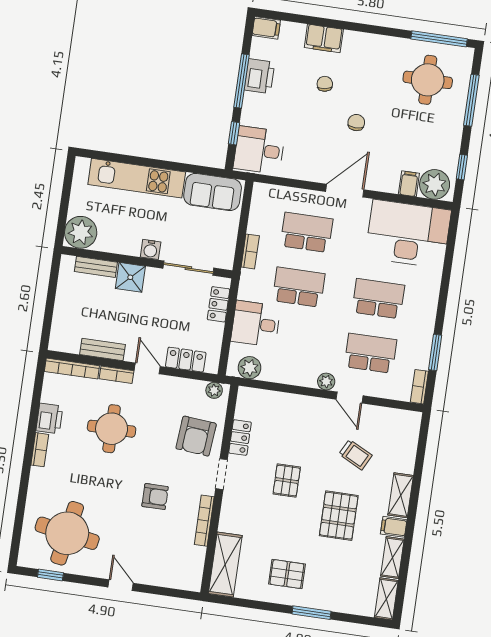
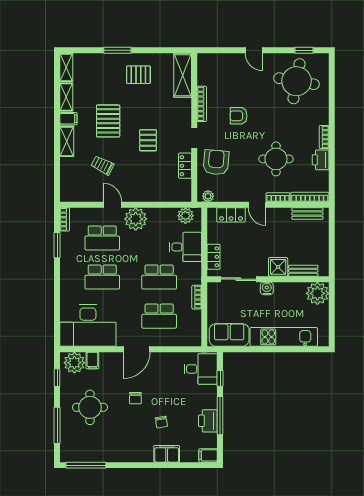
round table: (428, 80) -> (90, 407), moved
bench: (103, 349) -> (307, 214), moved
plant: (326, 381) -> (136, 219), width x1.87, depth x1.87

